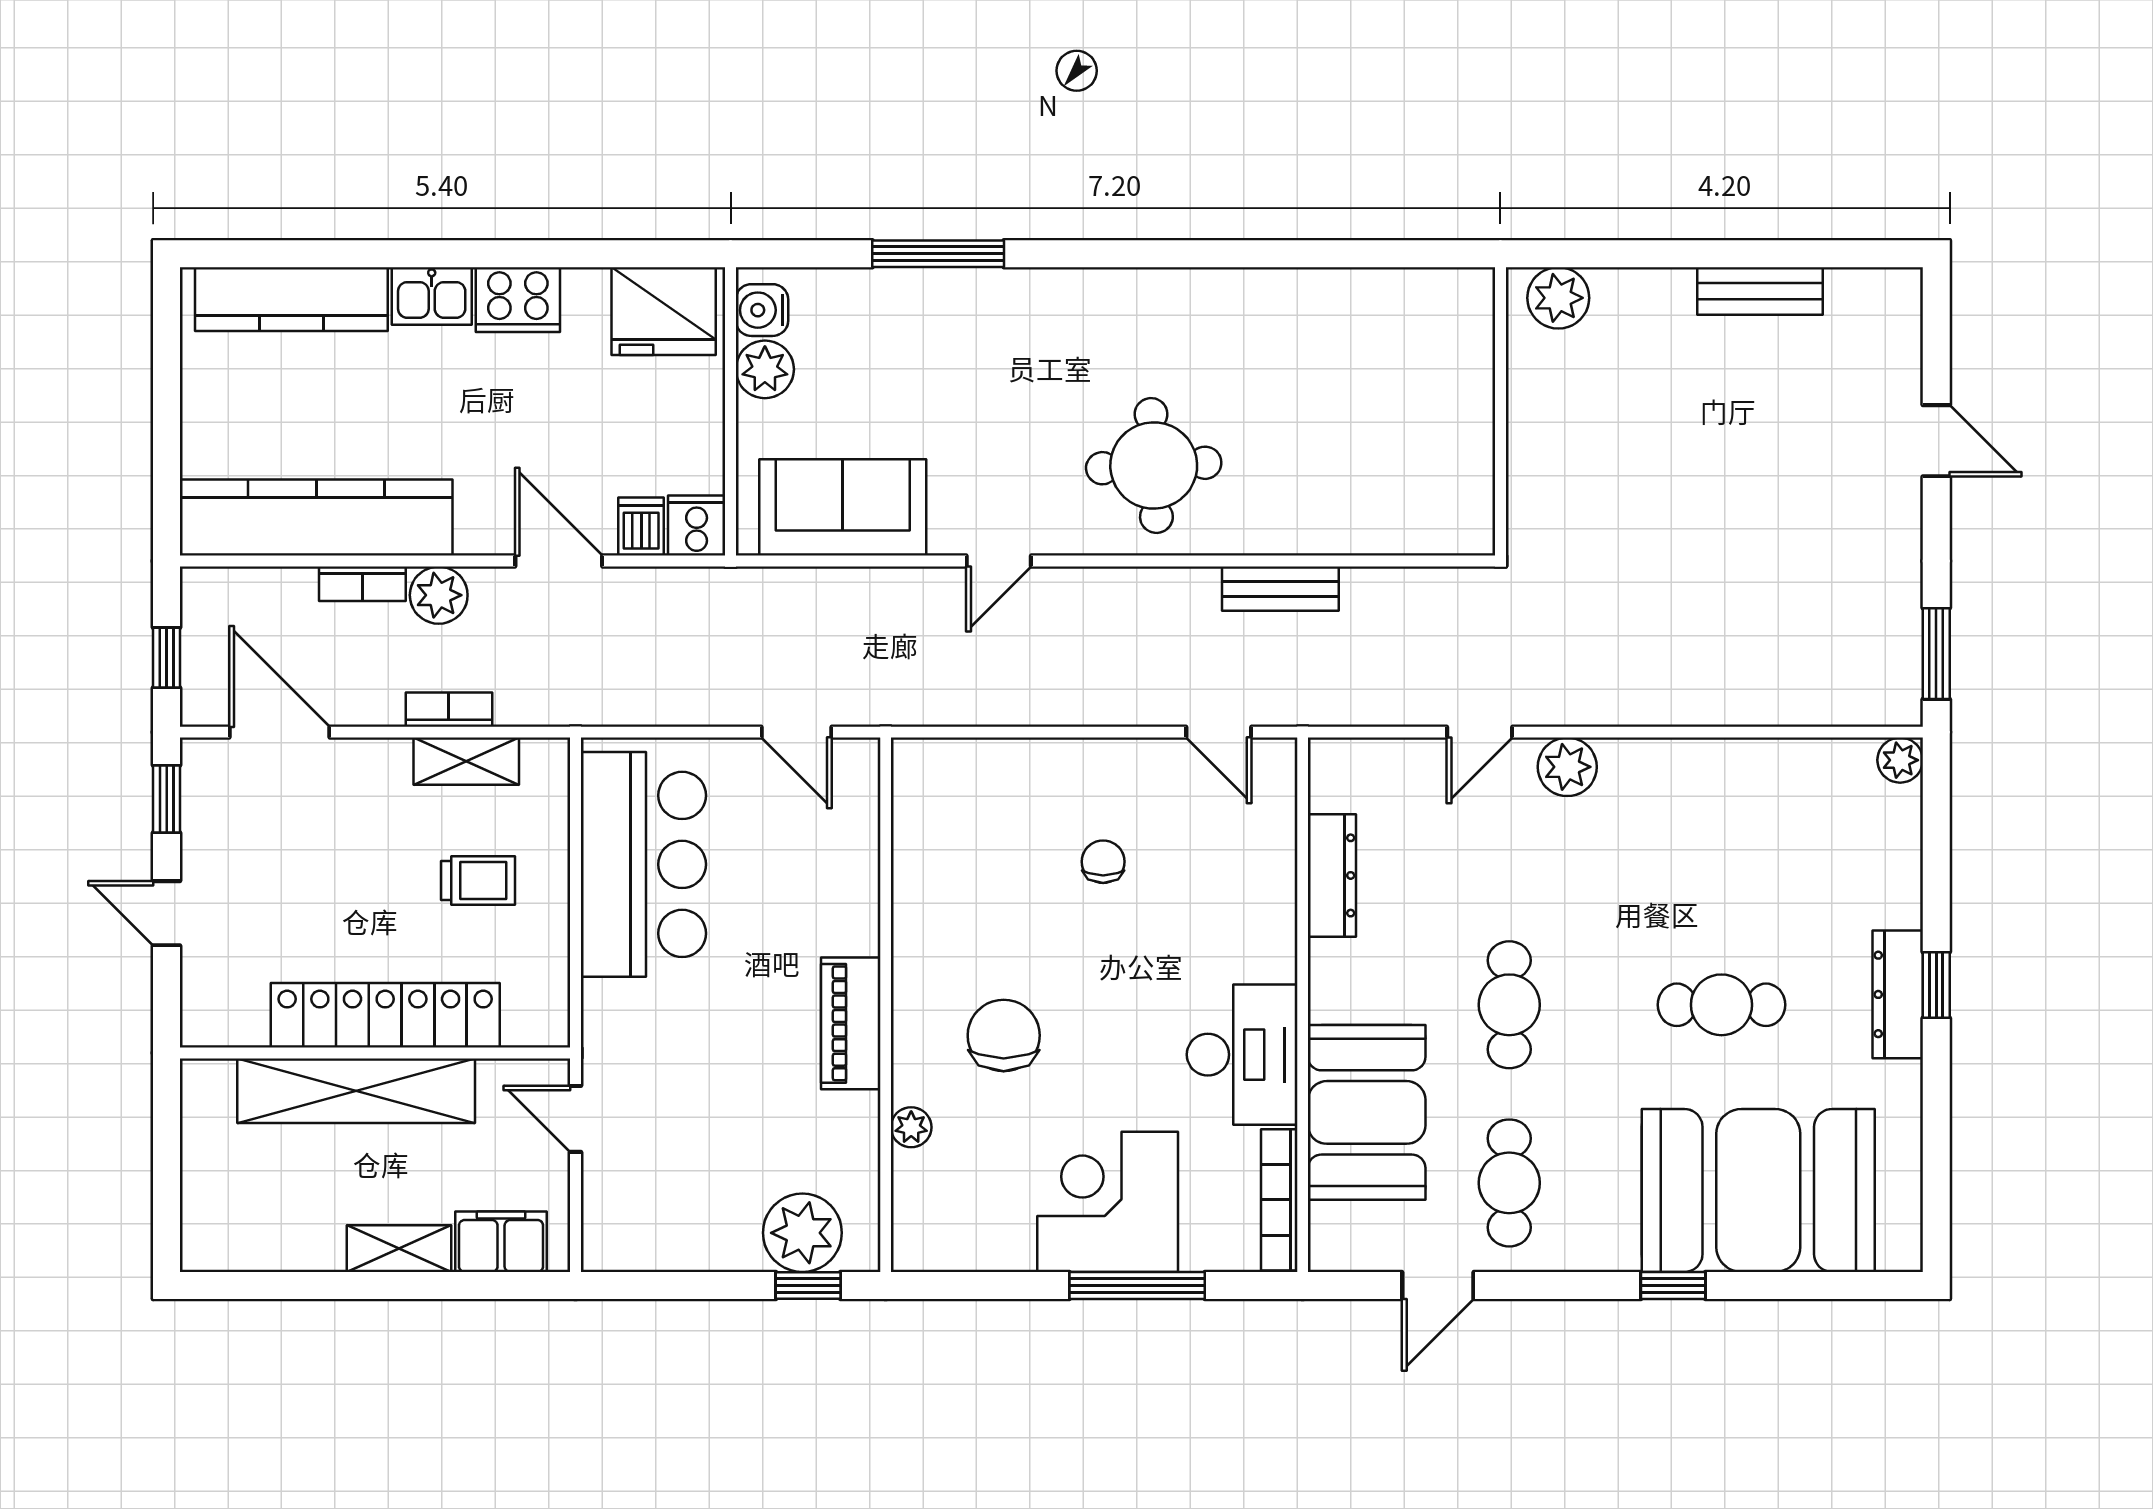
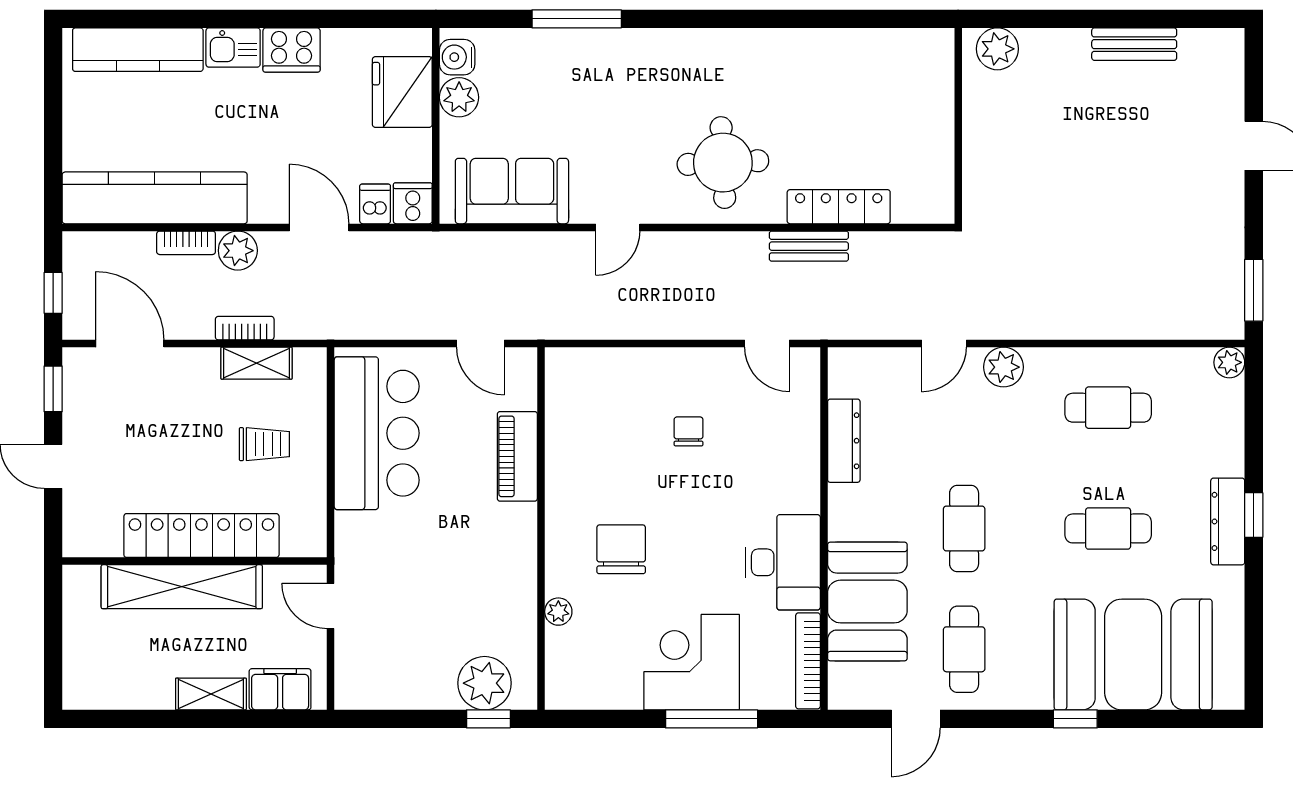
fridge: (664, 311) -> (402, 92), moved, turned 90
locker: (1324, 531) -> (839, 207), added
cafe table: (1721, 827) -> (1108, 408), added
piano: (851, 1023) -> (517, 456), moved

